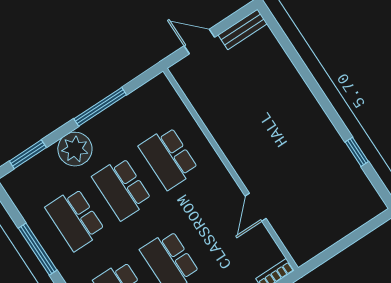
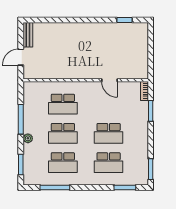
plant: (75, 149) -> (28, 138), width x0.53, depth x0.53
window: (357, 152) -> (124, 20), moved
window: (38, 249) -> (55, 188), moved

